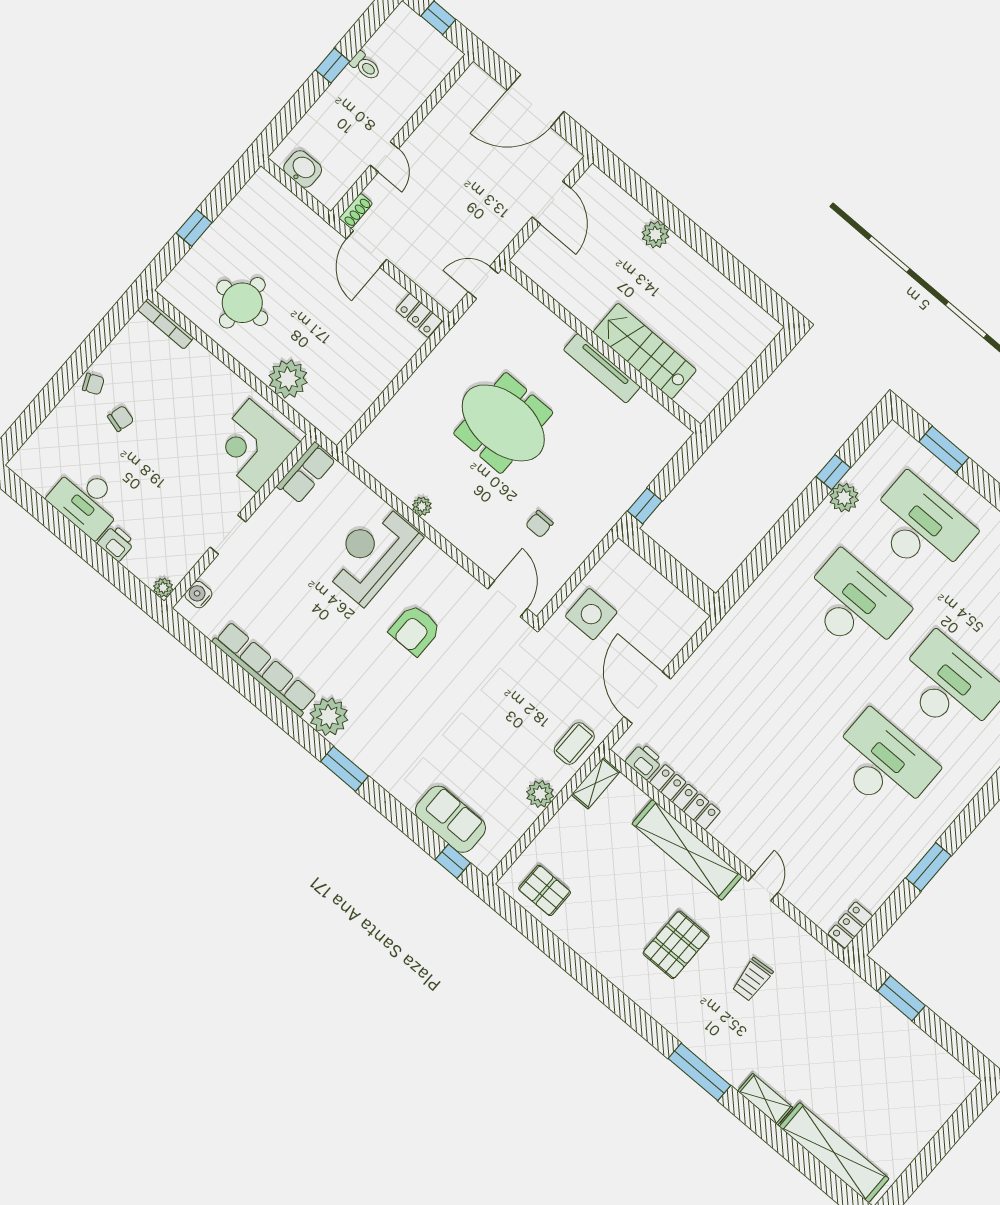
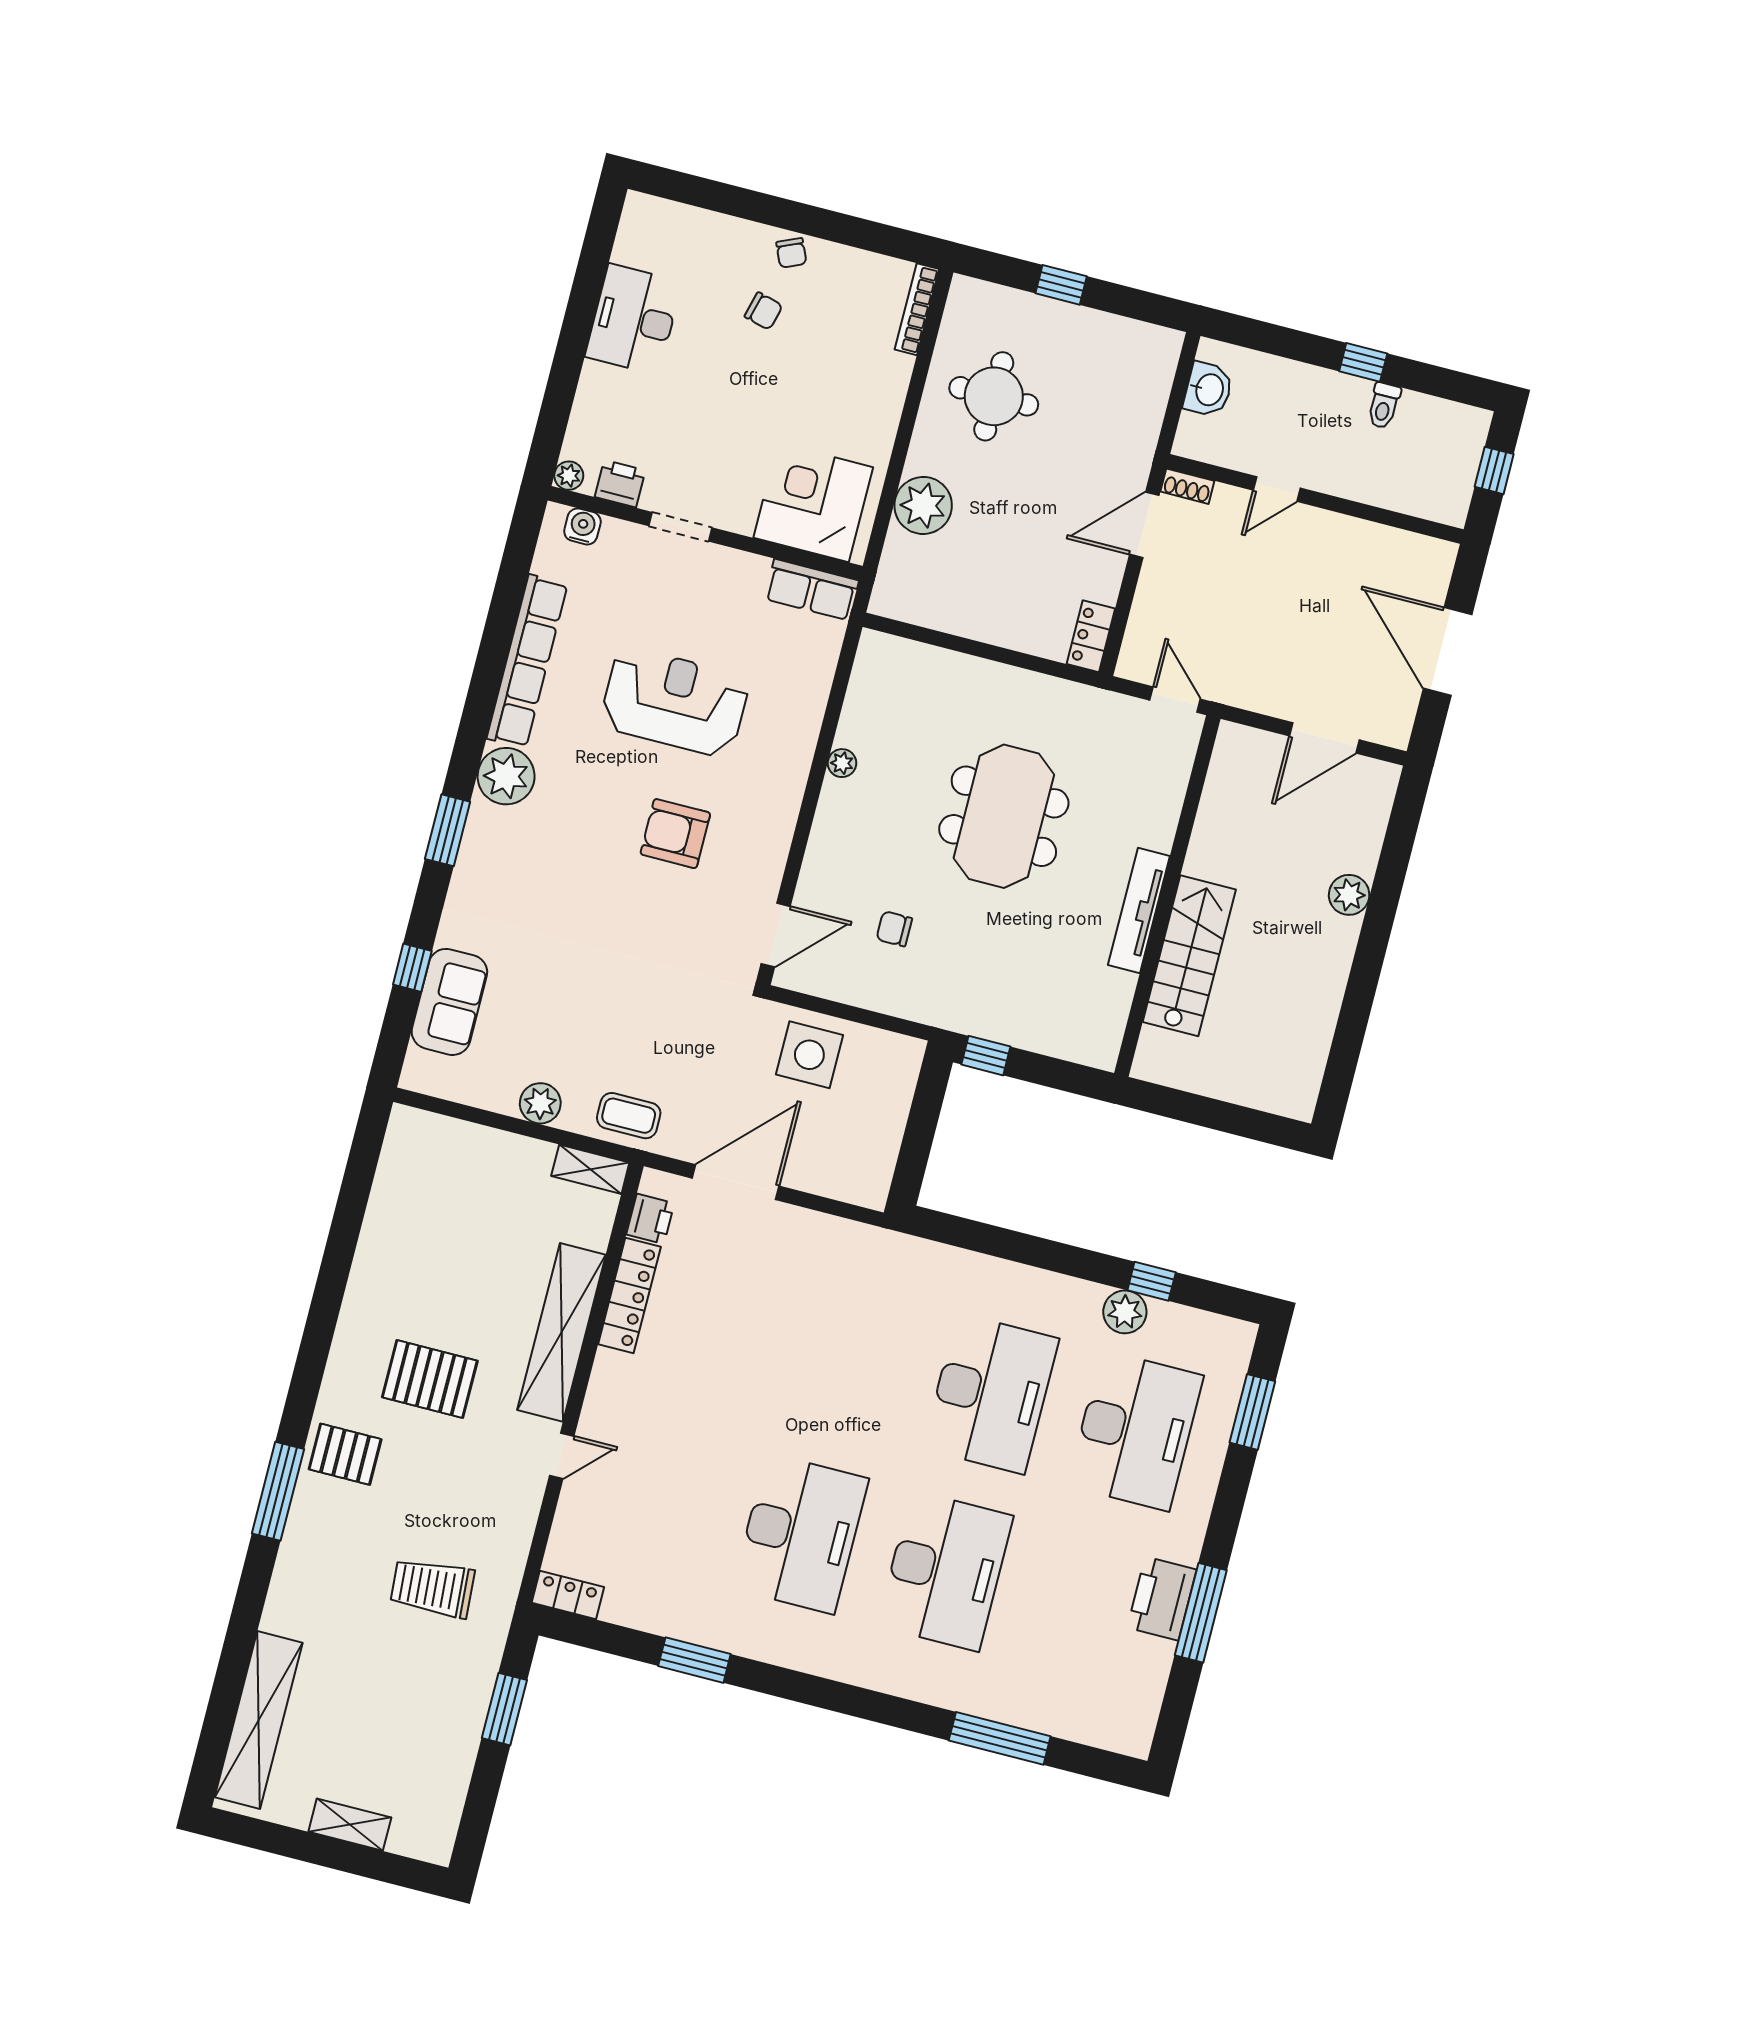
printer: (116, 543) -> (620, 484), moved, turned -90
reception desk: (372, 554) -> (675, 702), moved
window: (453, 861) -> (412, 968), moved
pallet: (545, 890) -> (345, 1454), moved, turned 90
trolley: (752, 980) -> (432, 1588), moved, width x1.36, depth x1.39
shelving: (765, 1099) -> (350, 1825), moved, turned 90

